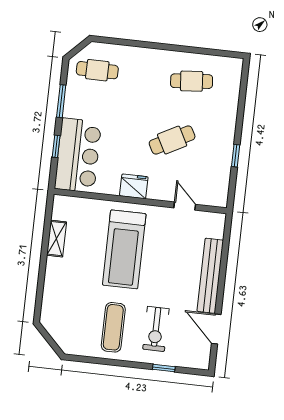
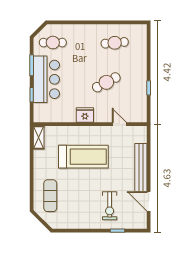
bar counter: (78, 155) -> (46, 79), moved
shelving: (57, 239) -> (39, 137), moved
treadmill: (124, 249) -> (83, 157), turned -90
exercise mat: (113, 327) -> (50, 196), moved

